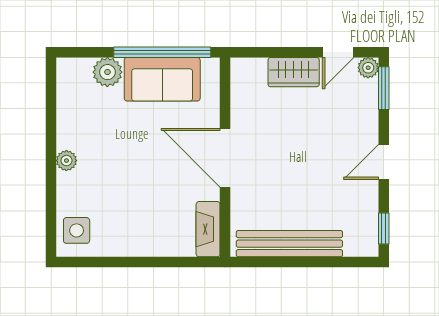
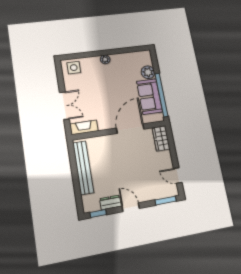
plant: (368, 68) -> (174, 191), removed
wardrobe: (294, 72) -> (161, 138), moved
door: (225, 158) -> (130, 129), moved
dresser: (367, 201) -> (110, 202), added
double door: (156, 262) -> (64, 106), added

